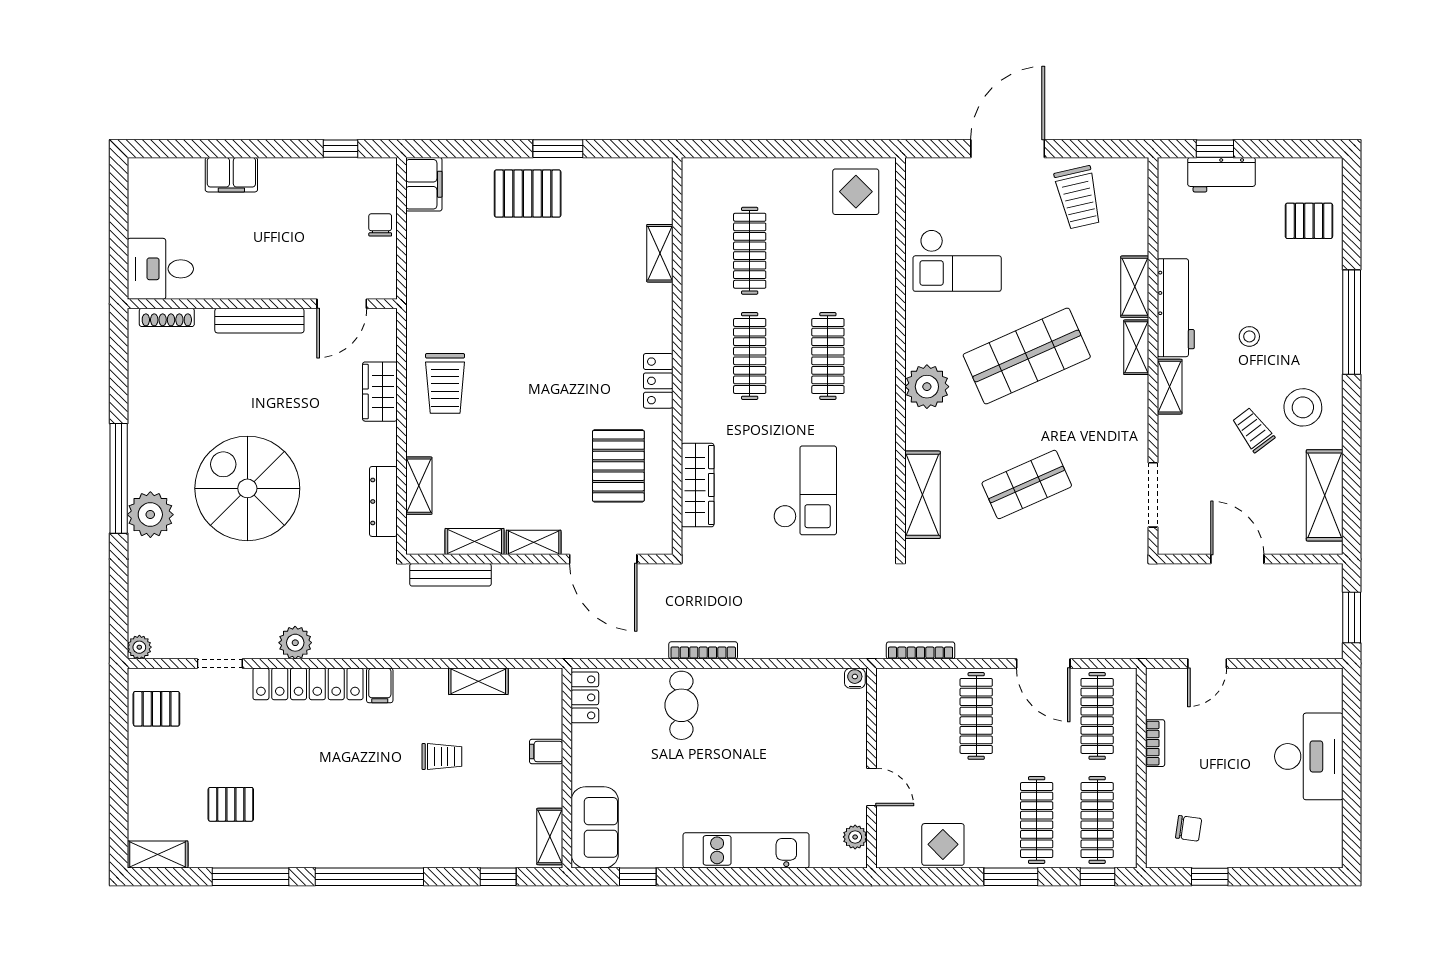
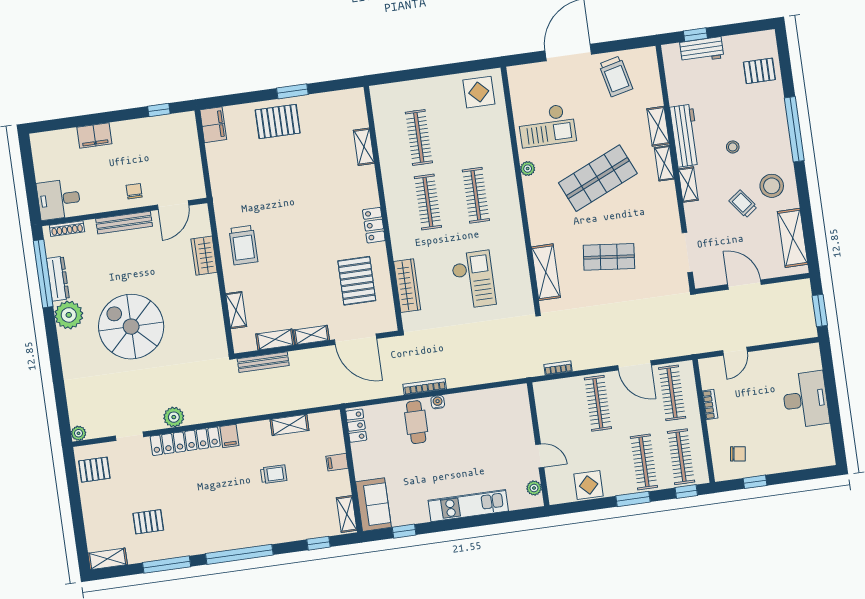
chair: (380, 225) -> (134, 191), moved
plant: (927, 387) -> (528, 169), moved, width x0.53, depth x0.53
window: (119, 478) -> (43, 274), moved
shop shelf: (1027, 484) -> (609, 257), turned 30
dresser: (383, 501) -> (58, 279), moved, turned 180
plant: (150, 515) -> (69, 315), moved
bookcase: (921, 650) -> (558, 368), width x0.64
water cooler: (855, 678) -> (438, 402), moved

